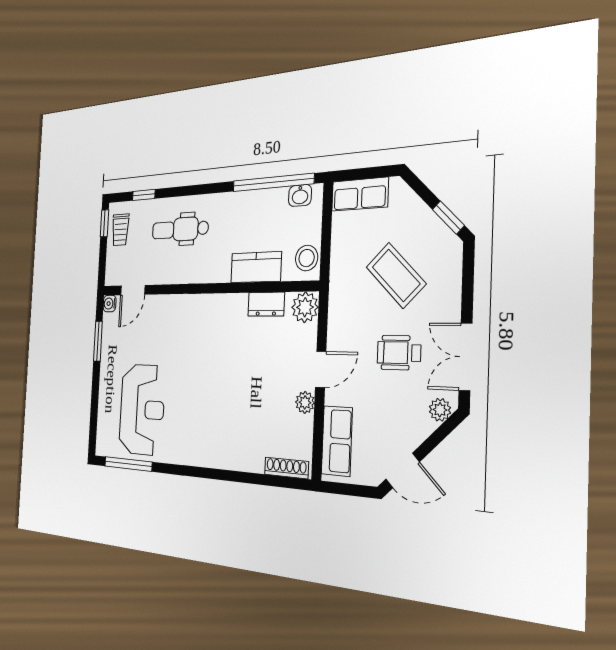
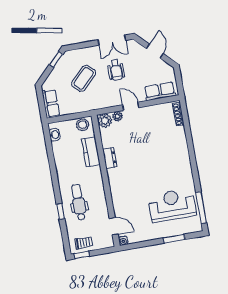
window: (273, 182) -> (50, 151), removed
window: (144, 195) -> (61, 211), moved
dental chair: (180, 229) -> (79, 202), turned 180
dresser: (266, 304) -> (110, 158), moved
window: (98, 341) -> (174, 239), moved
plant: (305, 402) -> (117, 116), moved
plant: (440, 410) -> (135, 47), removed
door: (403, 471) -> (155, 51), moved

